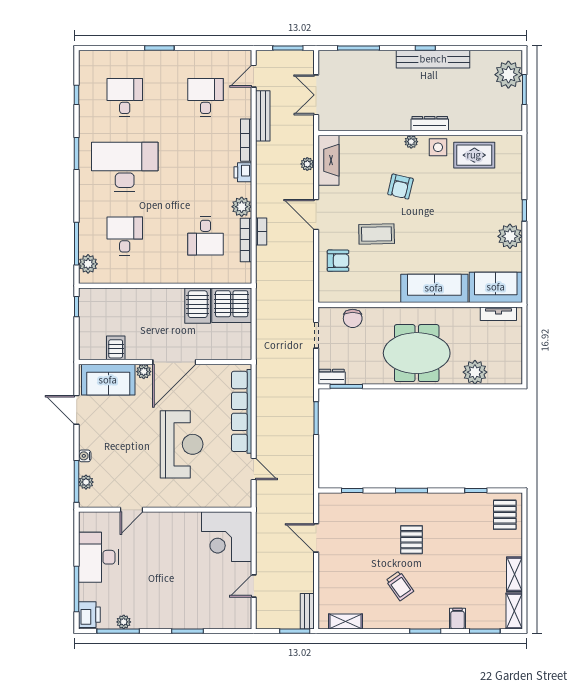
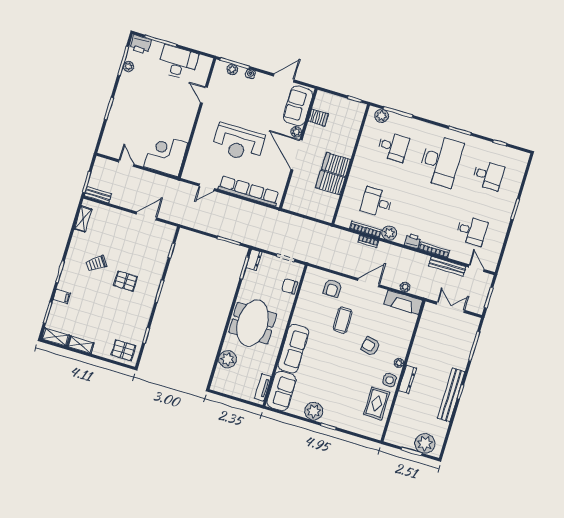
server rack: (232, 305) -> (336, 164), moved, width x0.62

